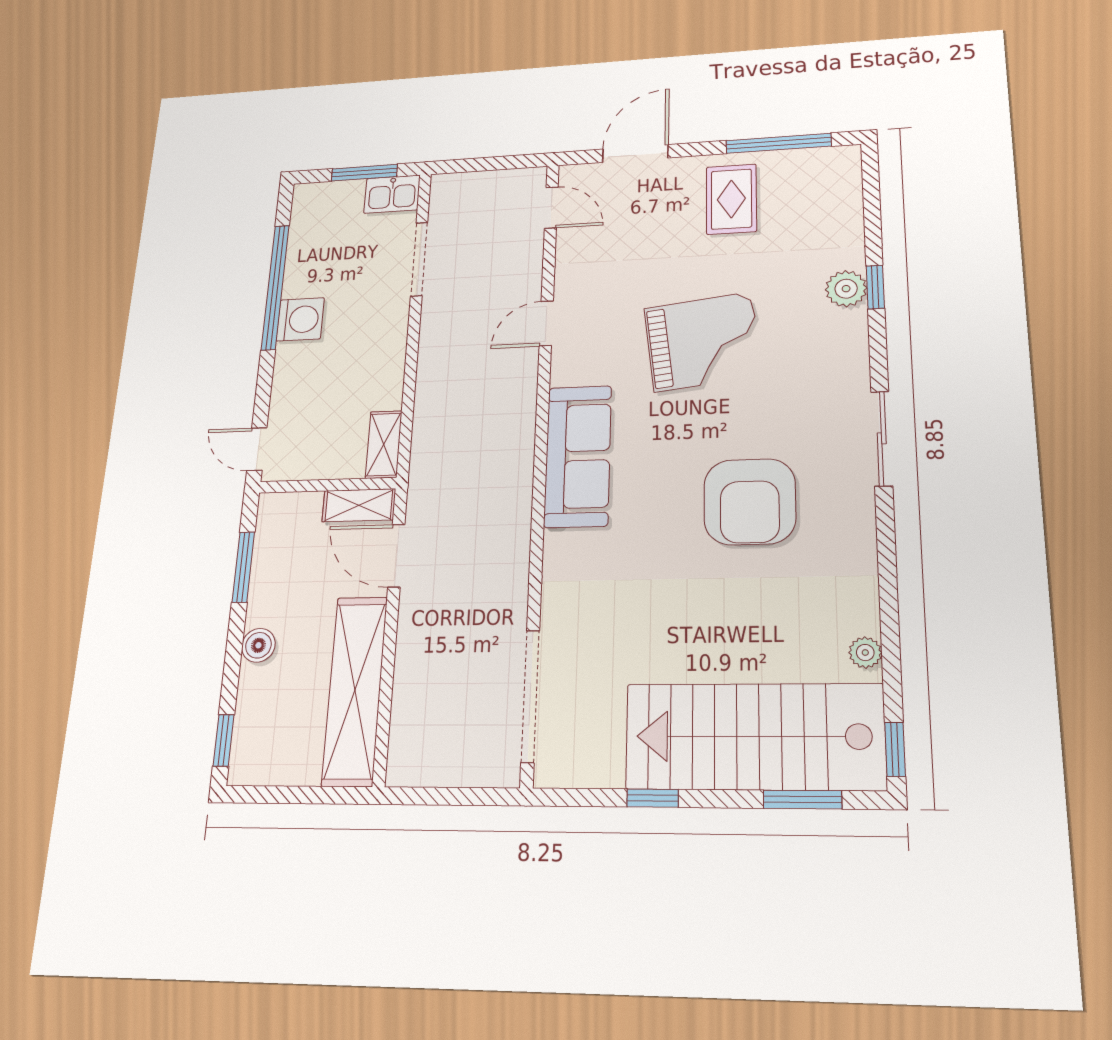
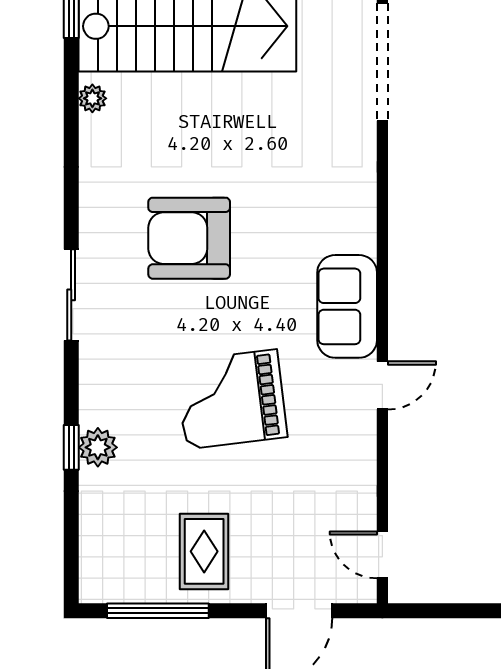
door: (546, 323) -> (382, 385), moved
sofa: (578, 456) -> (347, 306), width x0.73
armchair: (750, 502) -> (189, 238), turned -90

